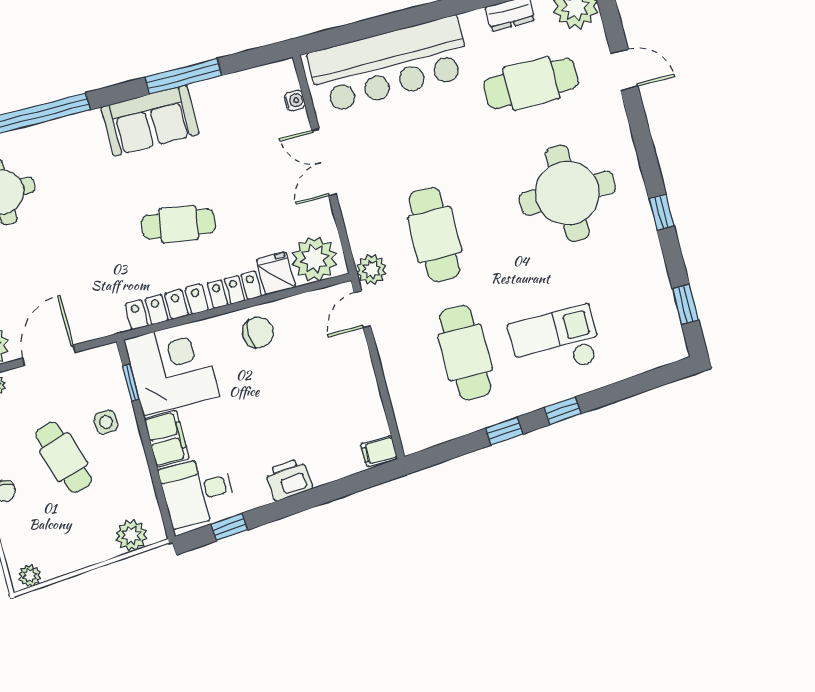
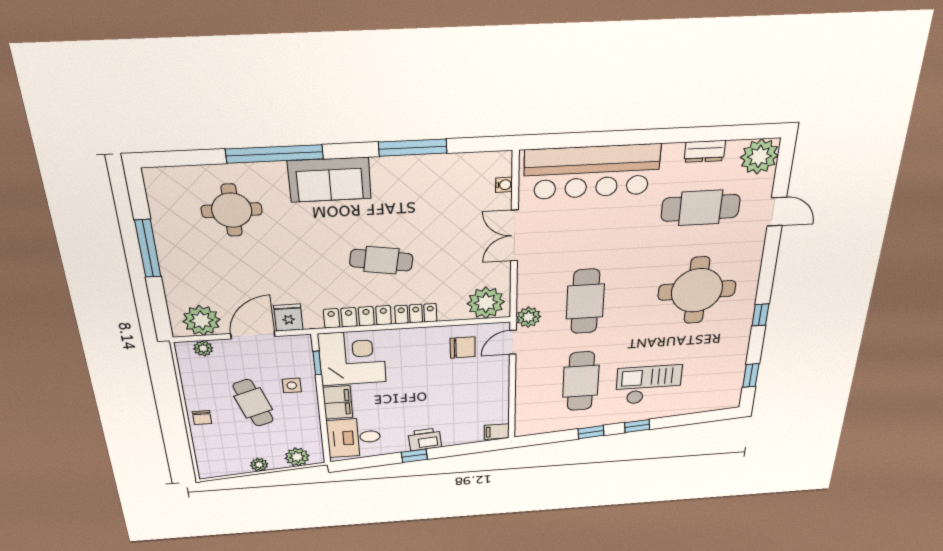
sofa: (150, 121) -> (330, 180), moved
fridge: (276, 273) -> (288, 318), moved
chair: (258, 332) -> (463, 347), moved
window: (229, 527) -> (414, 456), moved
plant: (30, 576) -> (259, 465), moved

